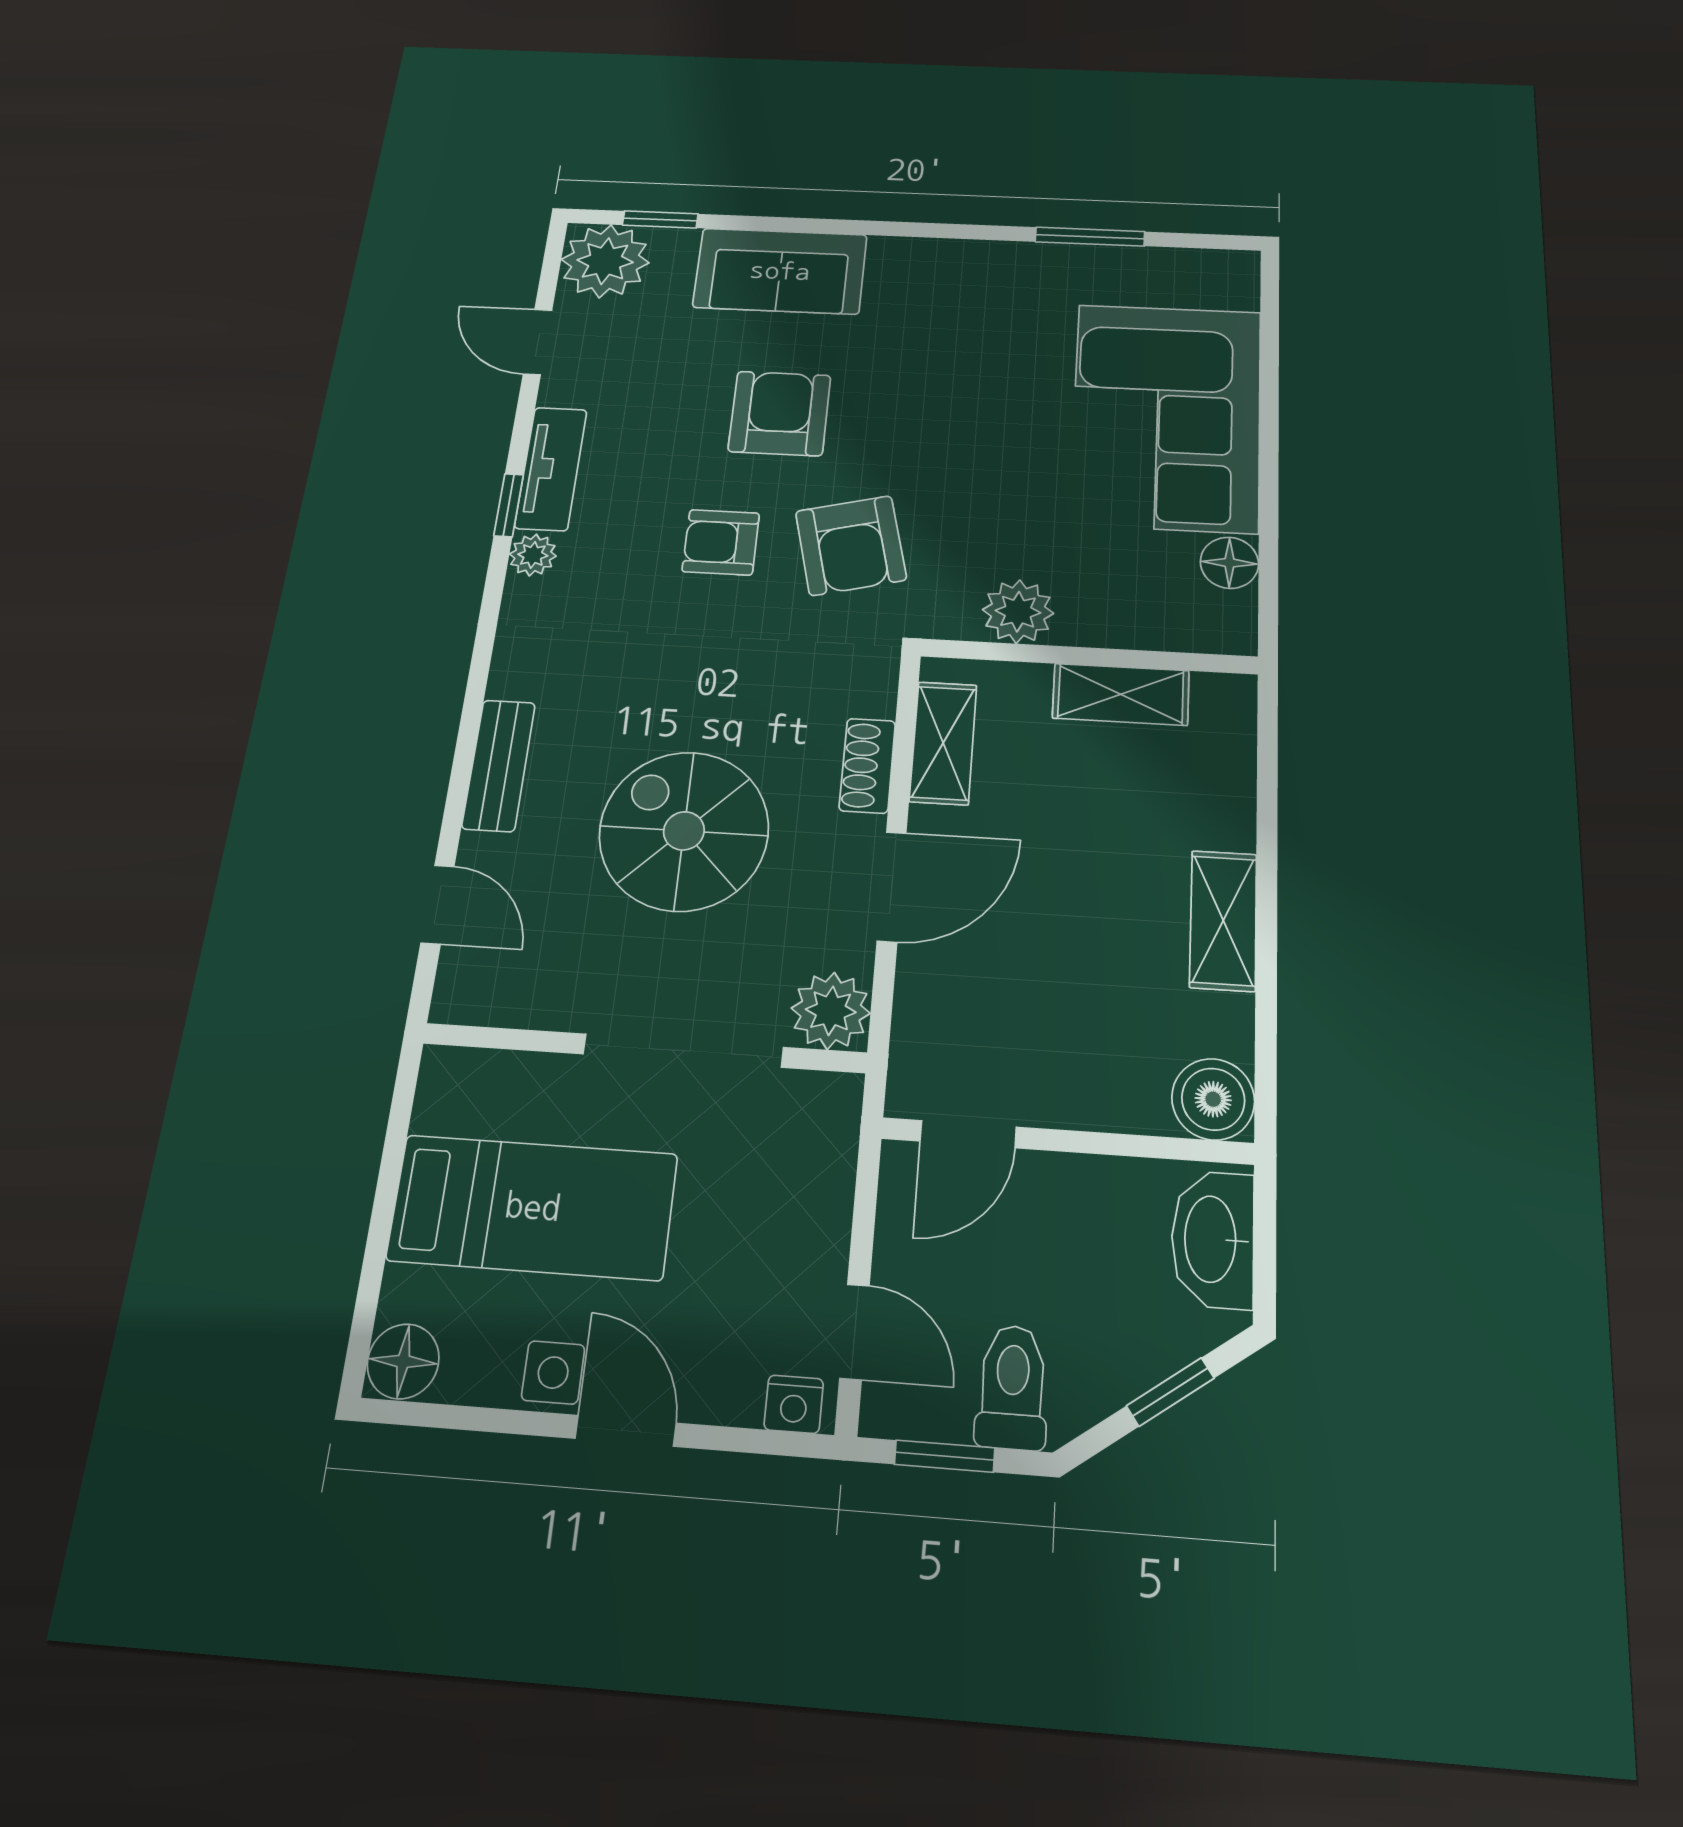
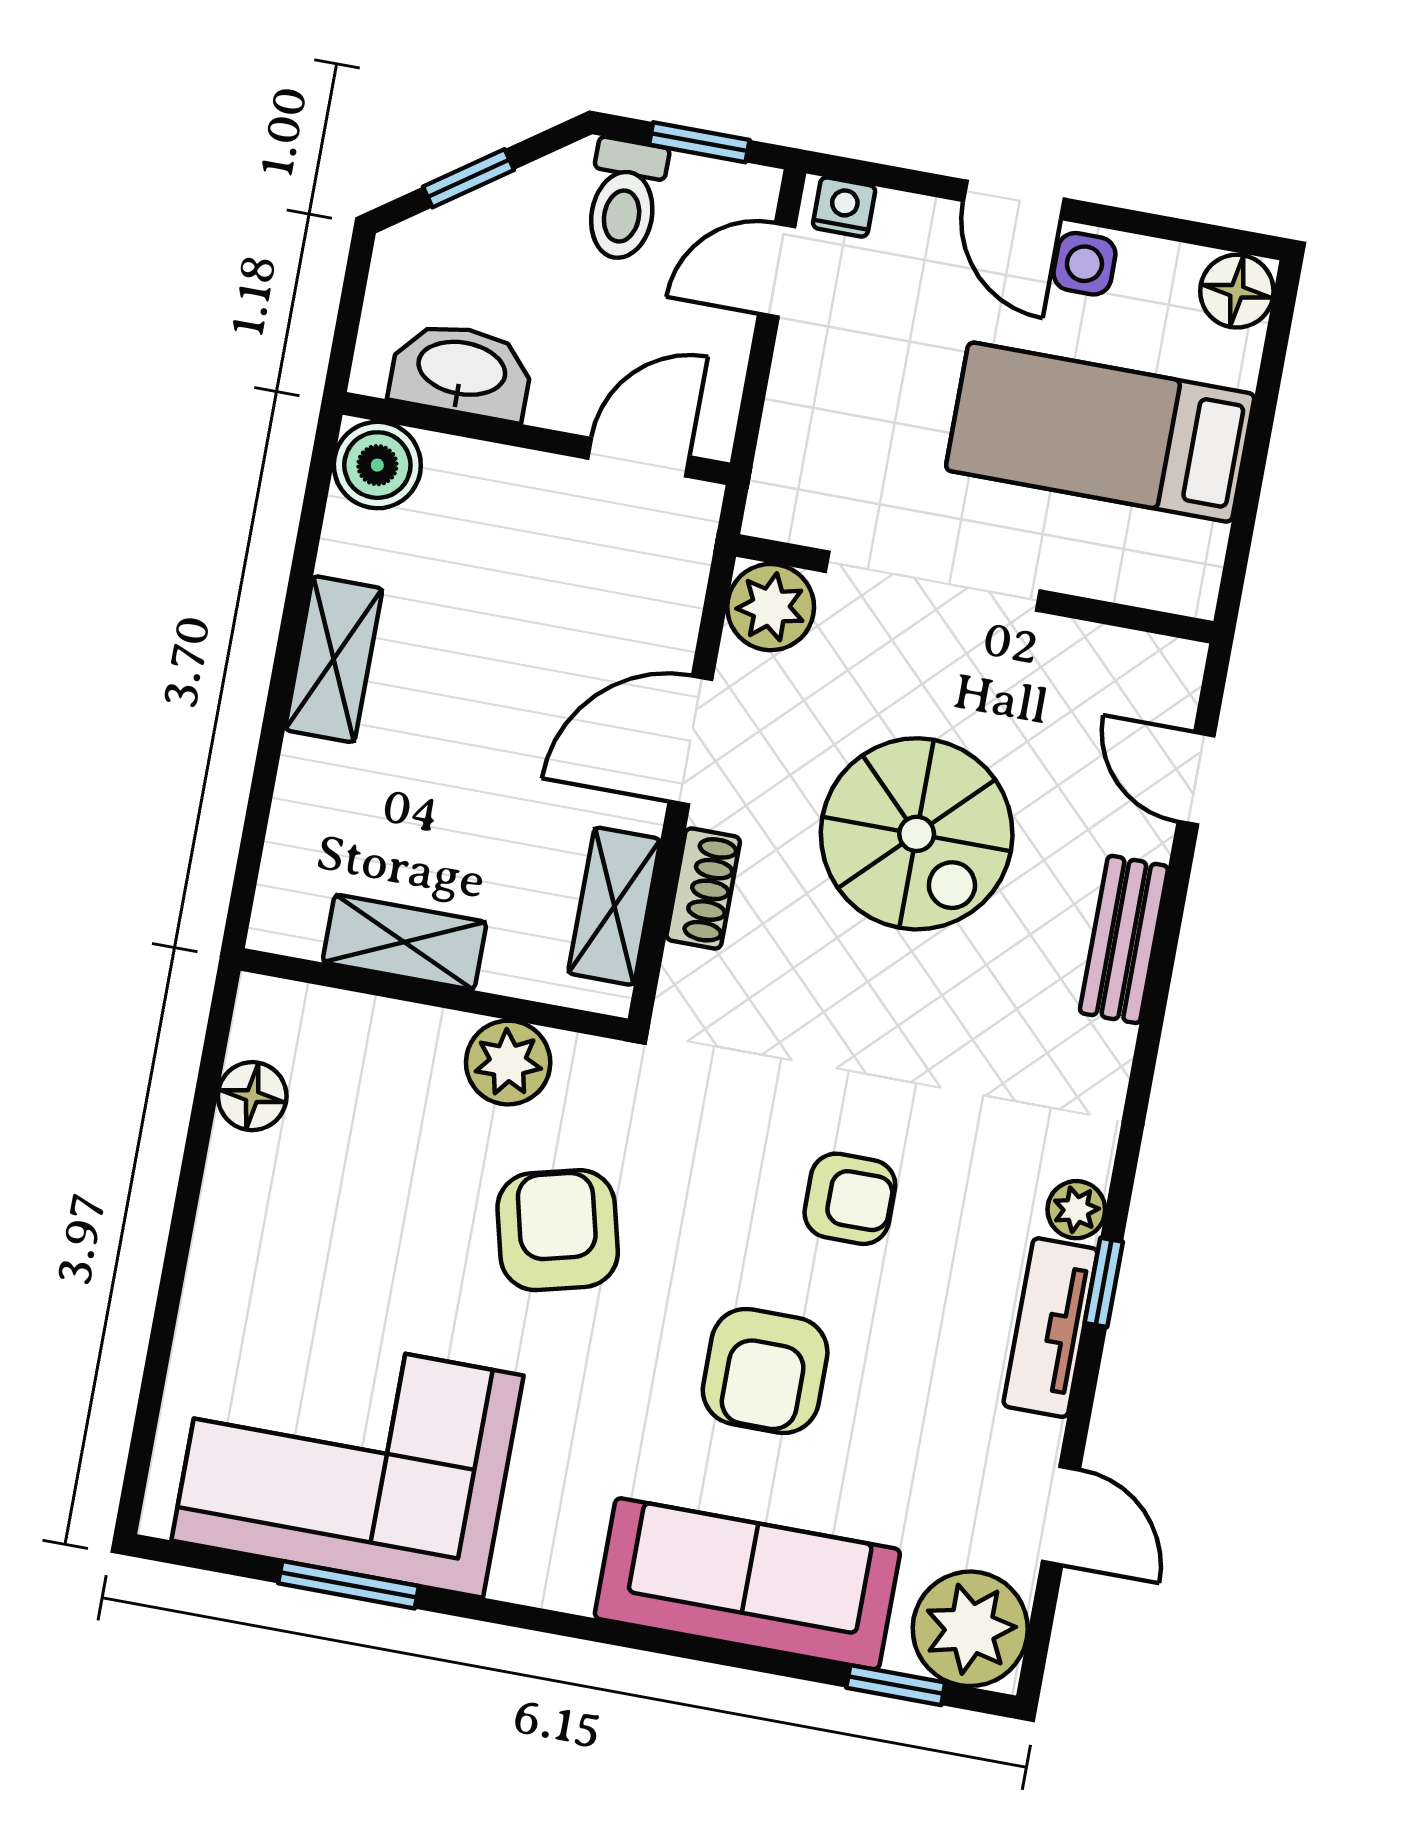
sofa: (780, 271) -> (747, 1584), width x1.36
corner sofa: (1167, 417) -> (348, 1458), moved, turned -90
armchair: (851, 545) -> (558, 1230), moved
washbasin: (1213, 1239) -> (461, 371), moved, turned -90
door: (854, 1332) -> (777, 270), hinge flipped

